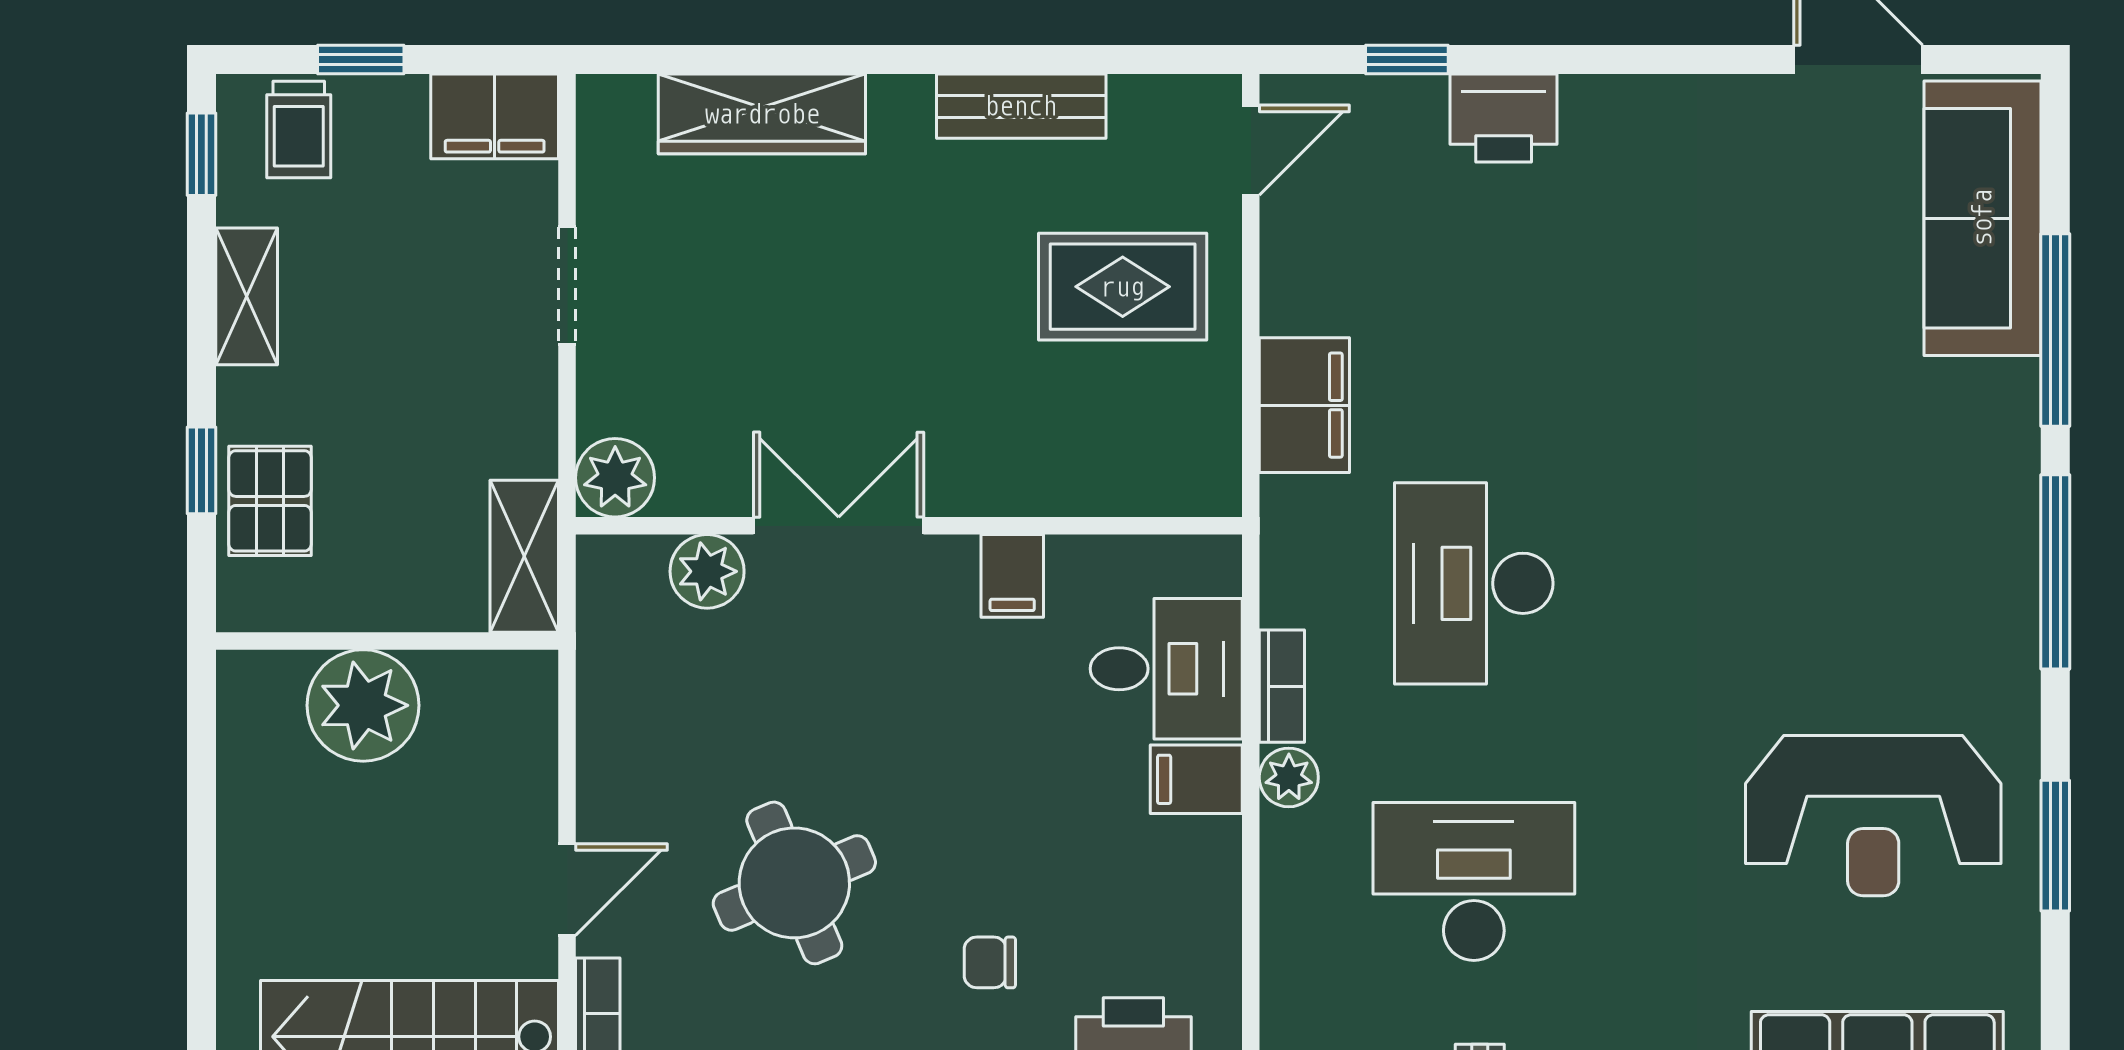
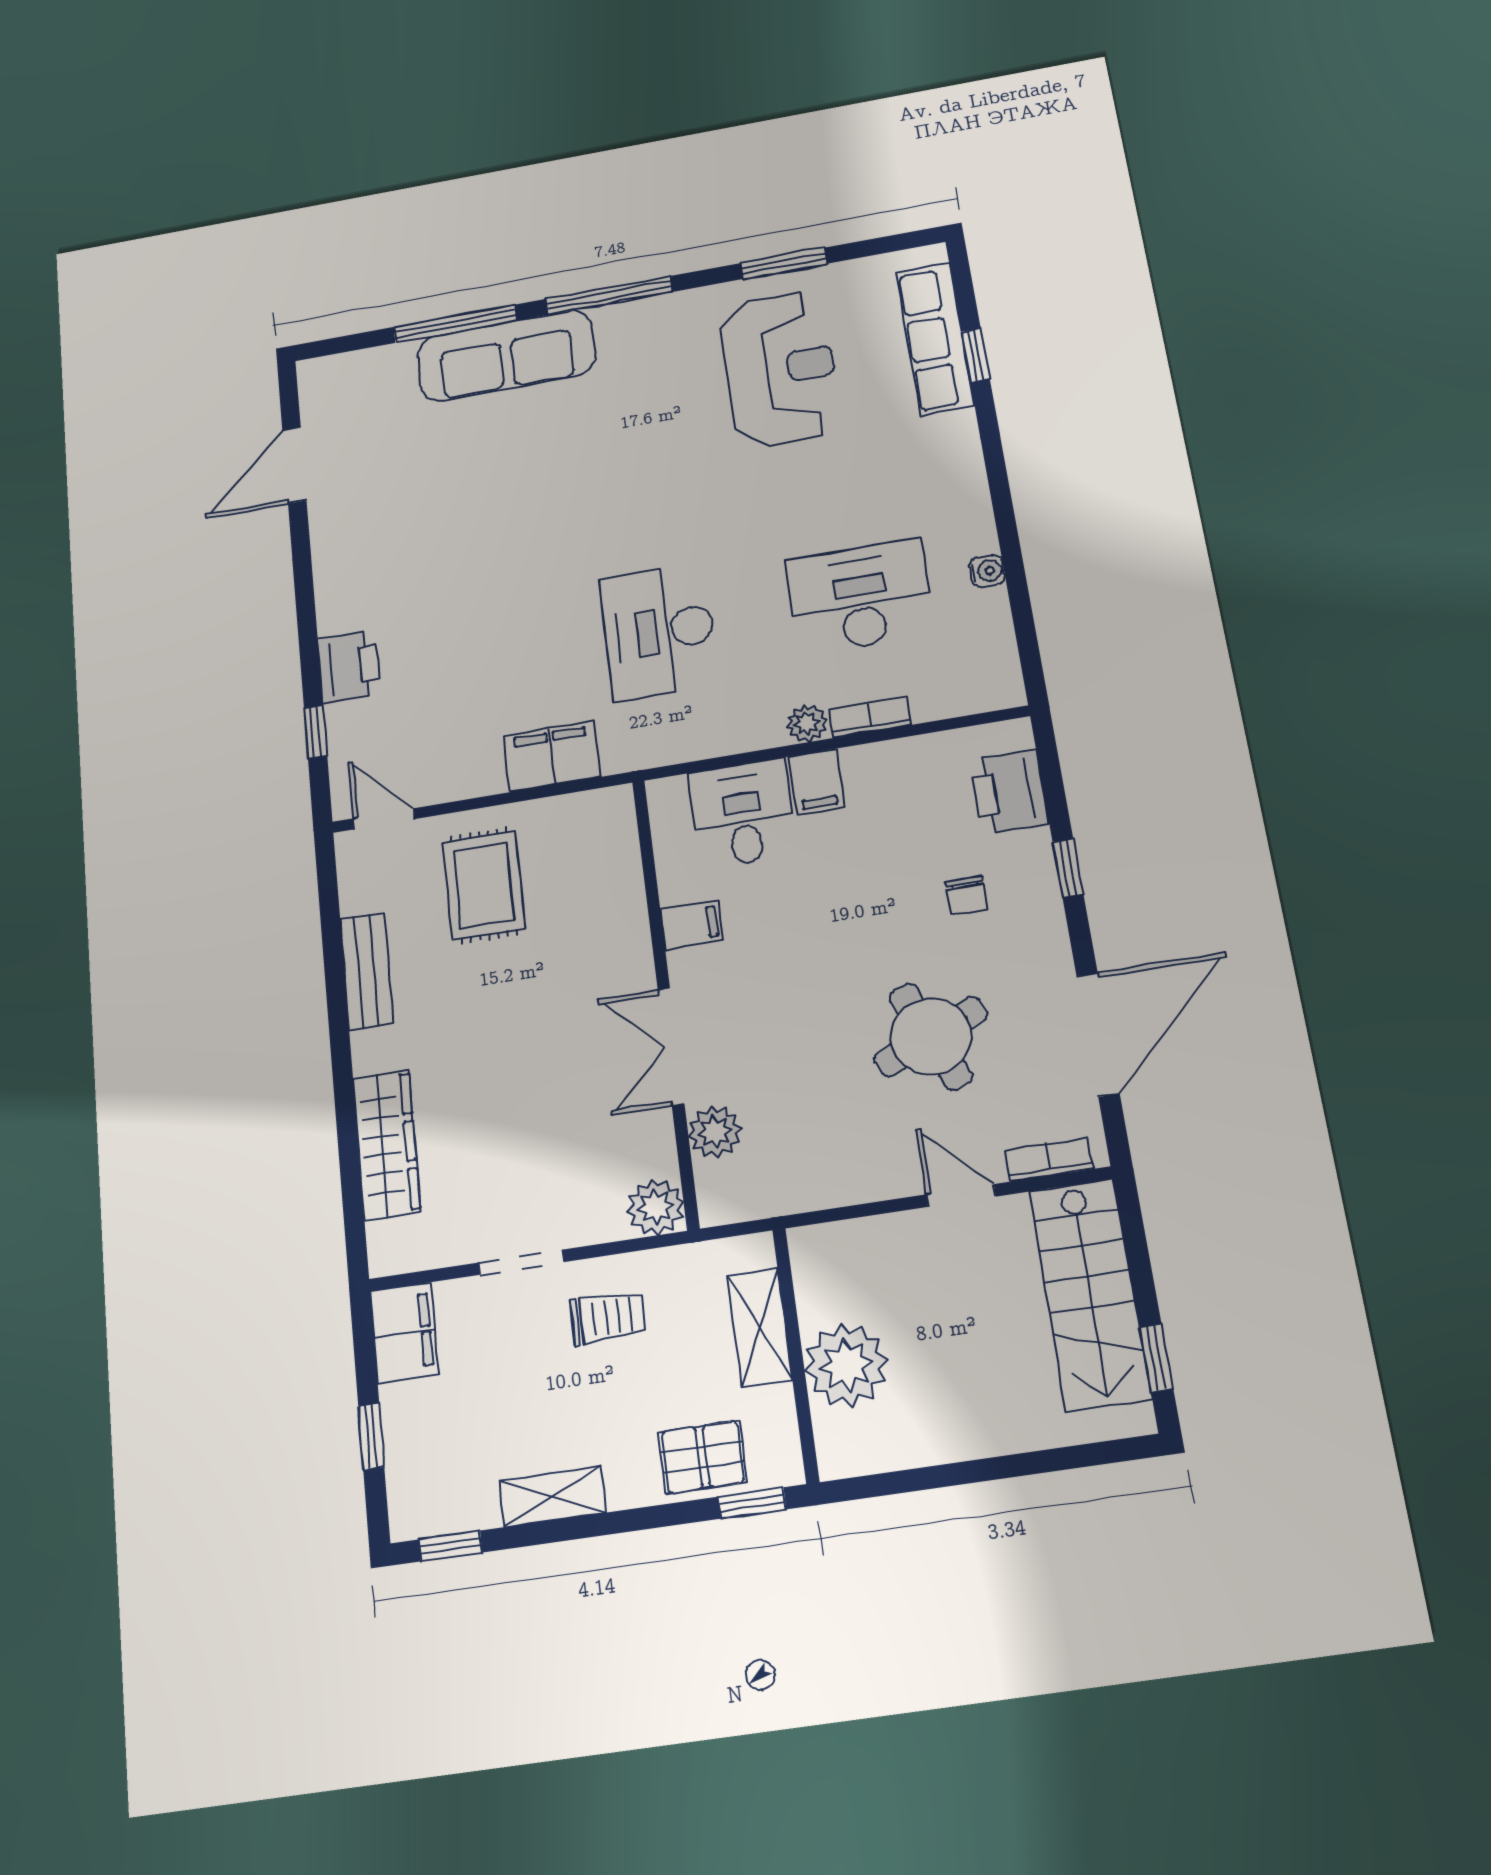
trolley: (299, 129) -> (607, 1317), moved
sofa: (1982, 218) -> (506, 356), moved
window: (202, 470) -> (752, 1503), moved
shelving: (524, 556) -> (760, 1327), moved, turned 90
desk: (1474, 583) -> (659, 631), turned 90
bookcase: (1282, 686) -> (870, 717), moved
desk: (1474, 881) -> (860, 597), turned 90

